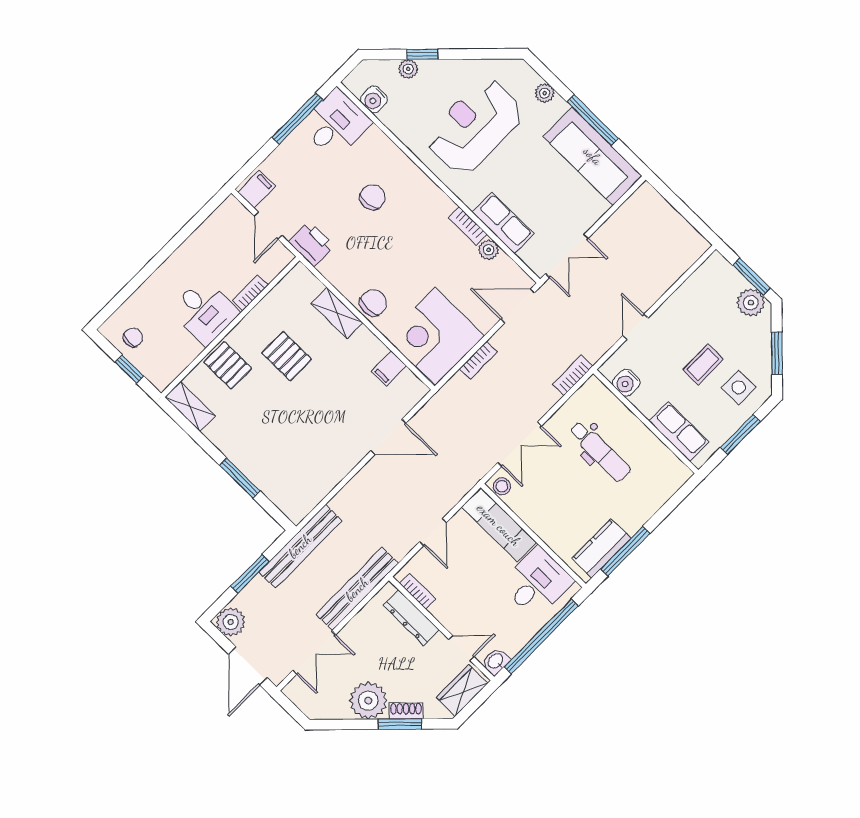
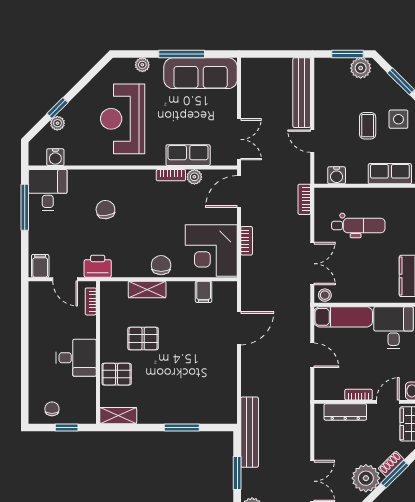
bookcase: (250, 293) -> (91, 301), moved
bench: (357, 589) -> (302, 93), moved
bookcase: (418, 591) -> (359, 395), moved

